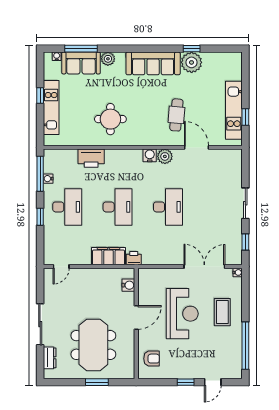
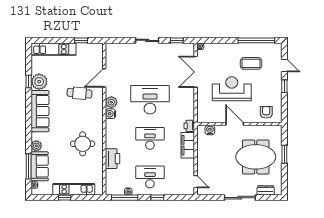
kitchen unit: (234, 110) -> (54, 49), moved
desk: (168, 207) -> (150, 100), width x1.36, depth x1.30
coffee table: (222, 312) -> (251, 63), moved

